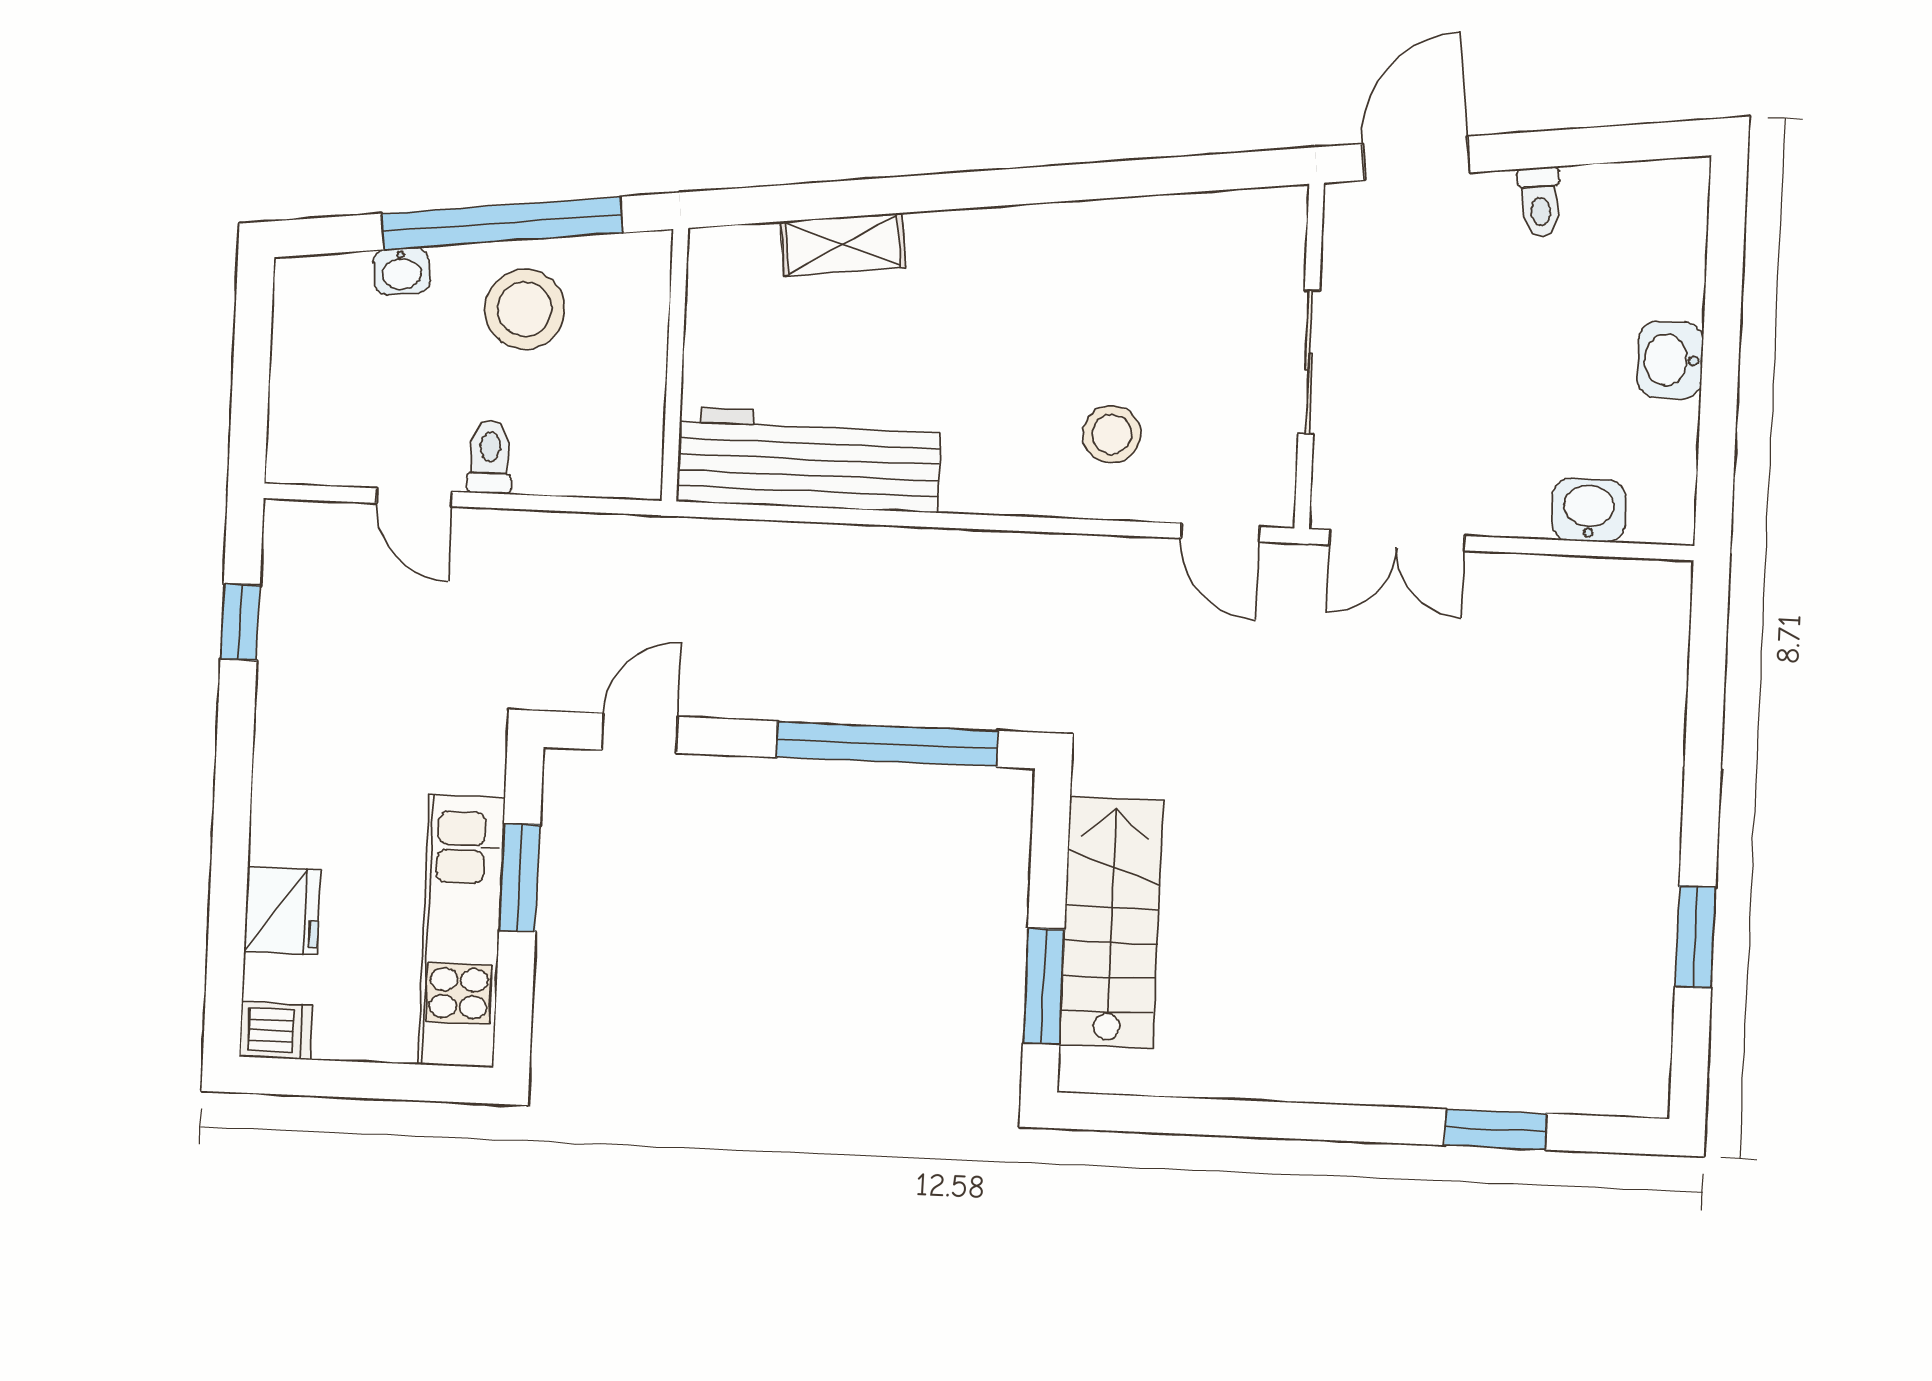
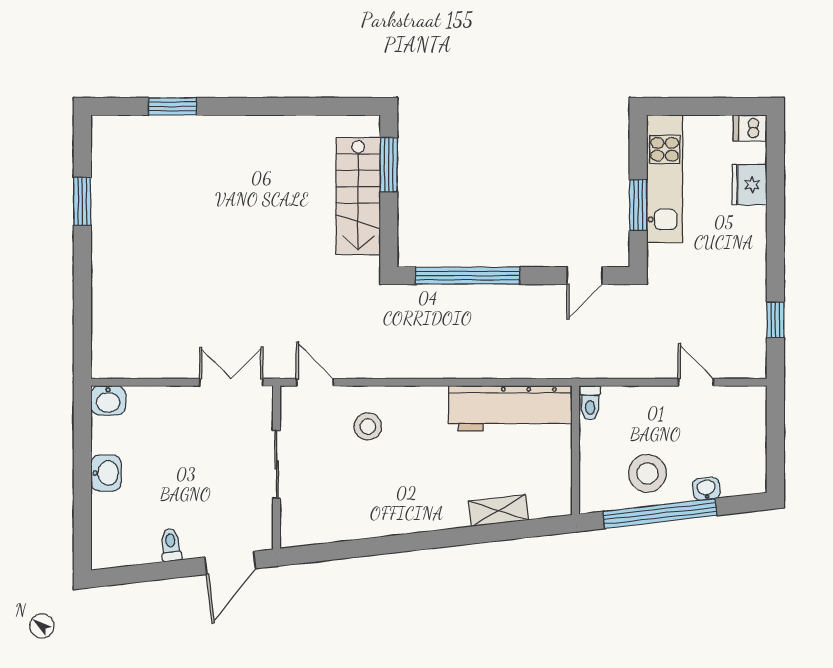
toilet: (490, 457) -> (590, 403), moved
washbasin: (1589, 510) -> (108, 400), moved

